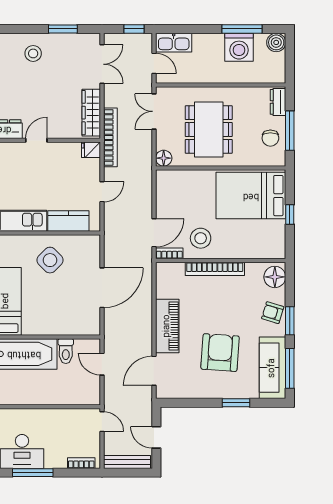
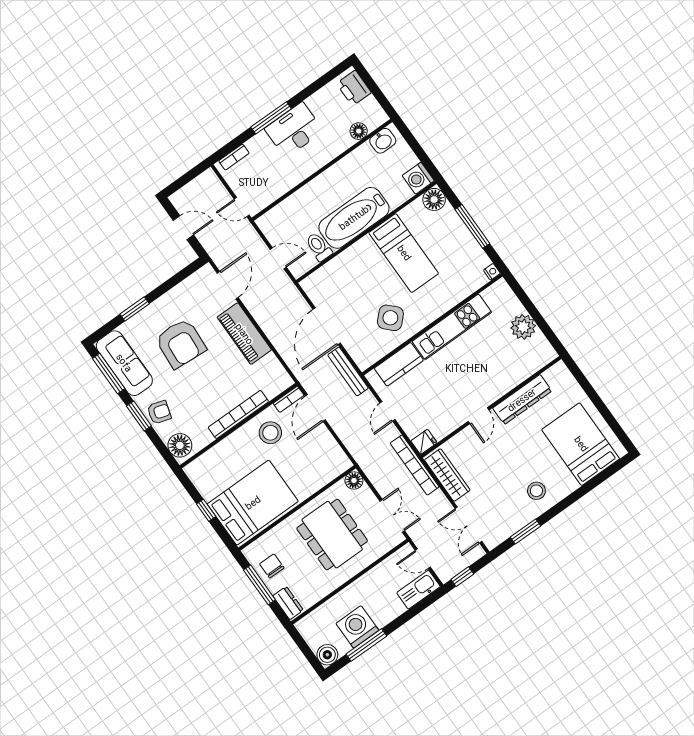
bench: (127, 462) -> (348, 371), moved, turned 90

